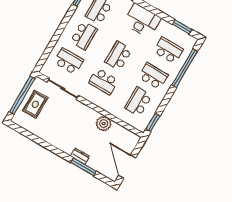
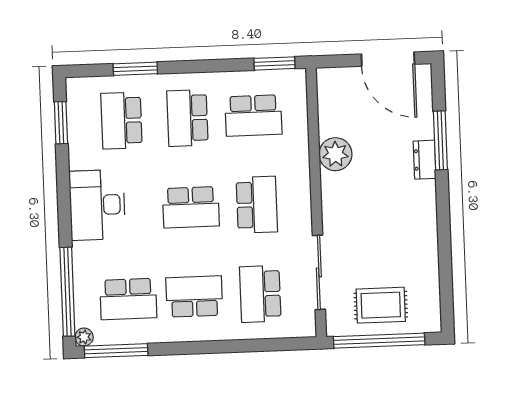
window: (185, 68) -> (135, 69), width x0.47
door: (127, 167) -> (388, 59), hinge flipped

